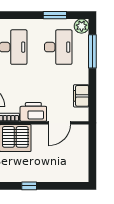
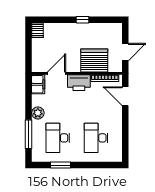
plant: (82, 26) -> (38, 113), moved
filing cabinet: (81, 96) -> (38, 84), moved
server rack: (82, 173) -> (38, 30), added

